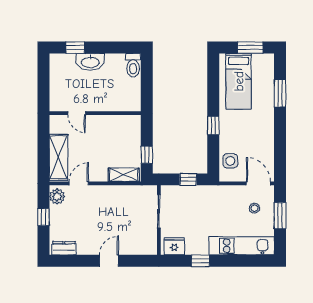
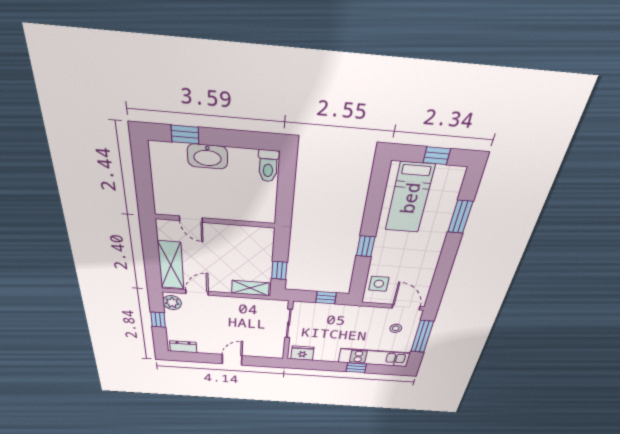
window: (250, 48) -> (437, 156), width x0.67
window: (280, 216) -> (422, 336), width x1.44
window: (200, 261) -> (356, 368), moved

